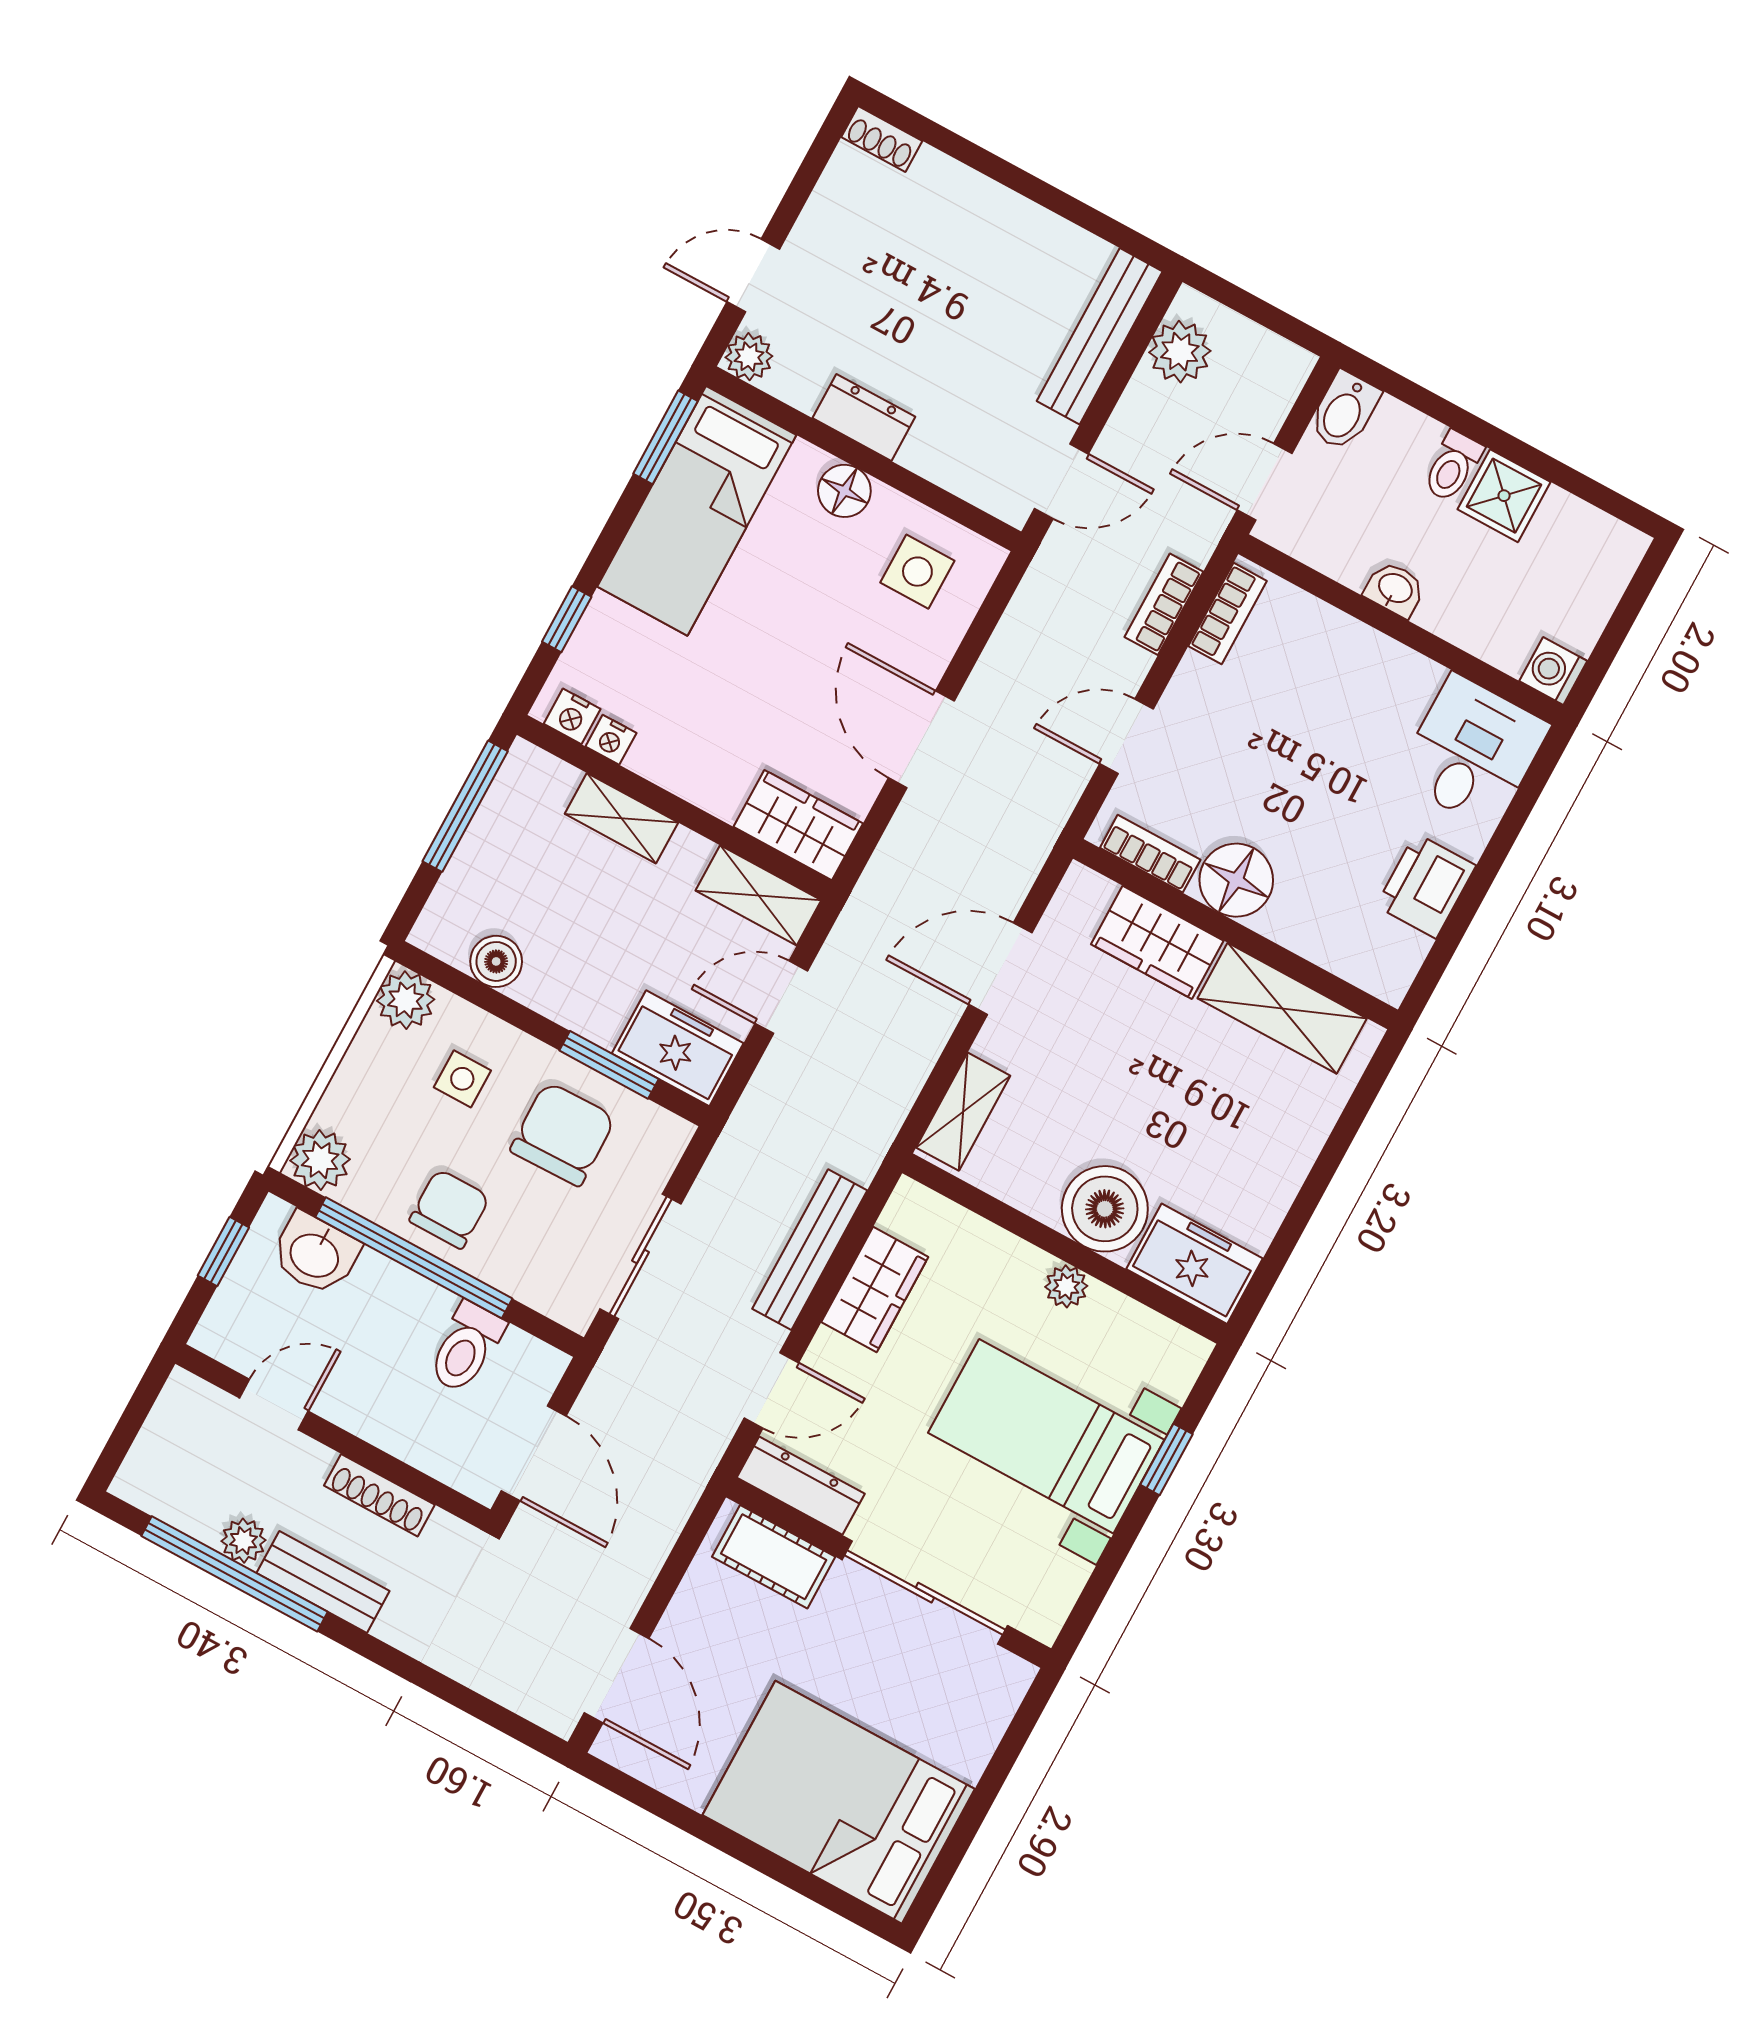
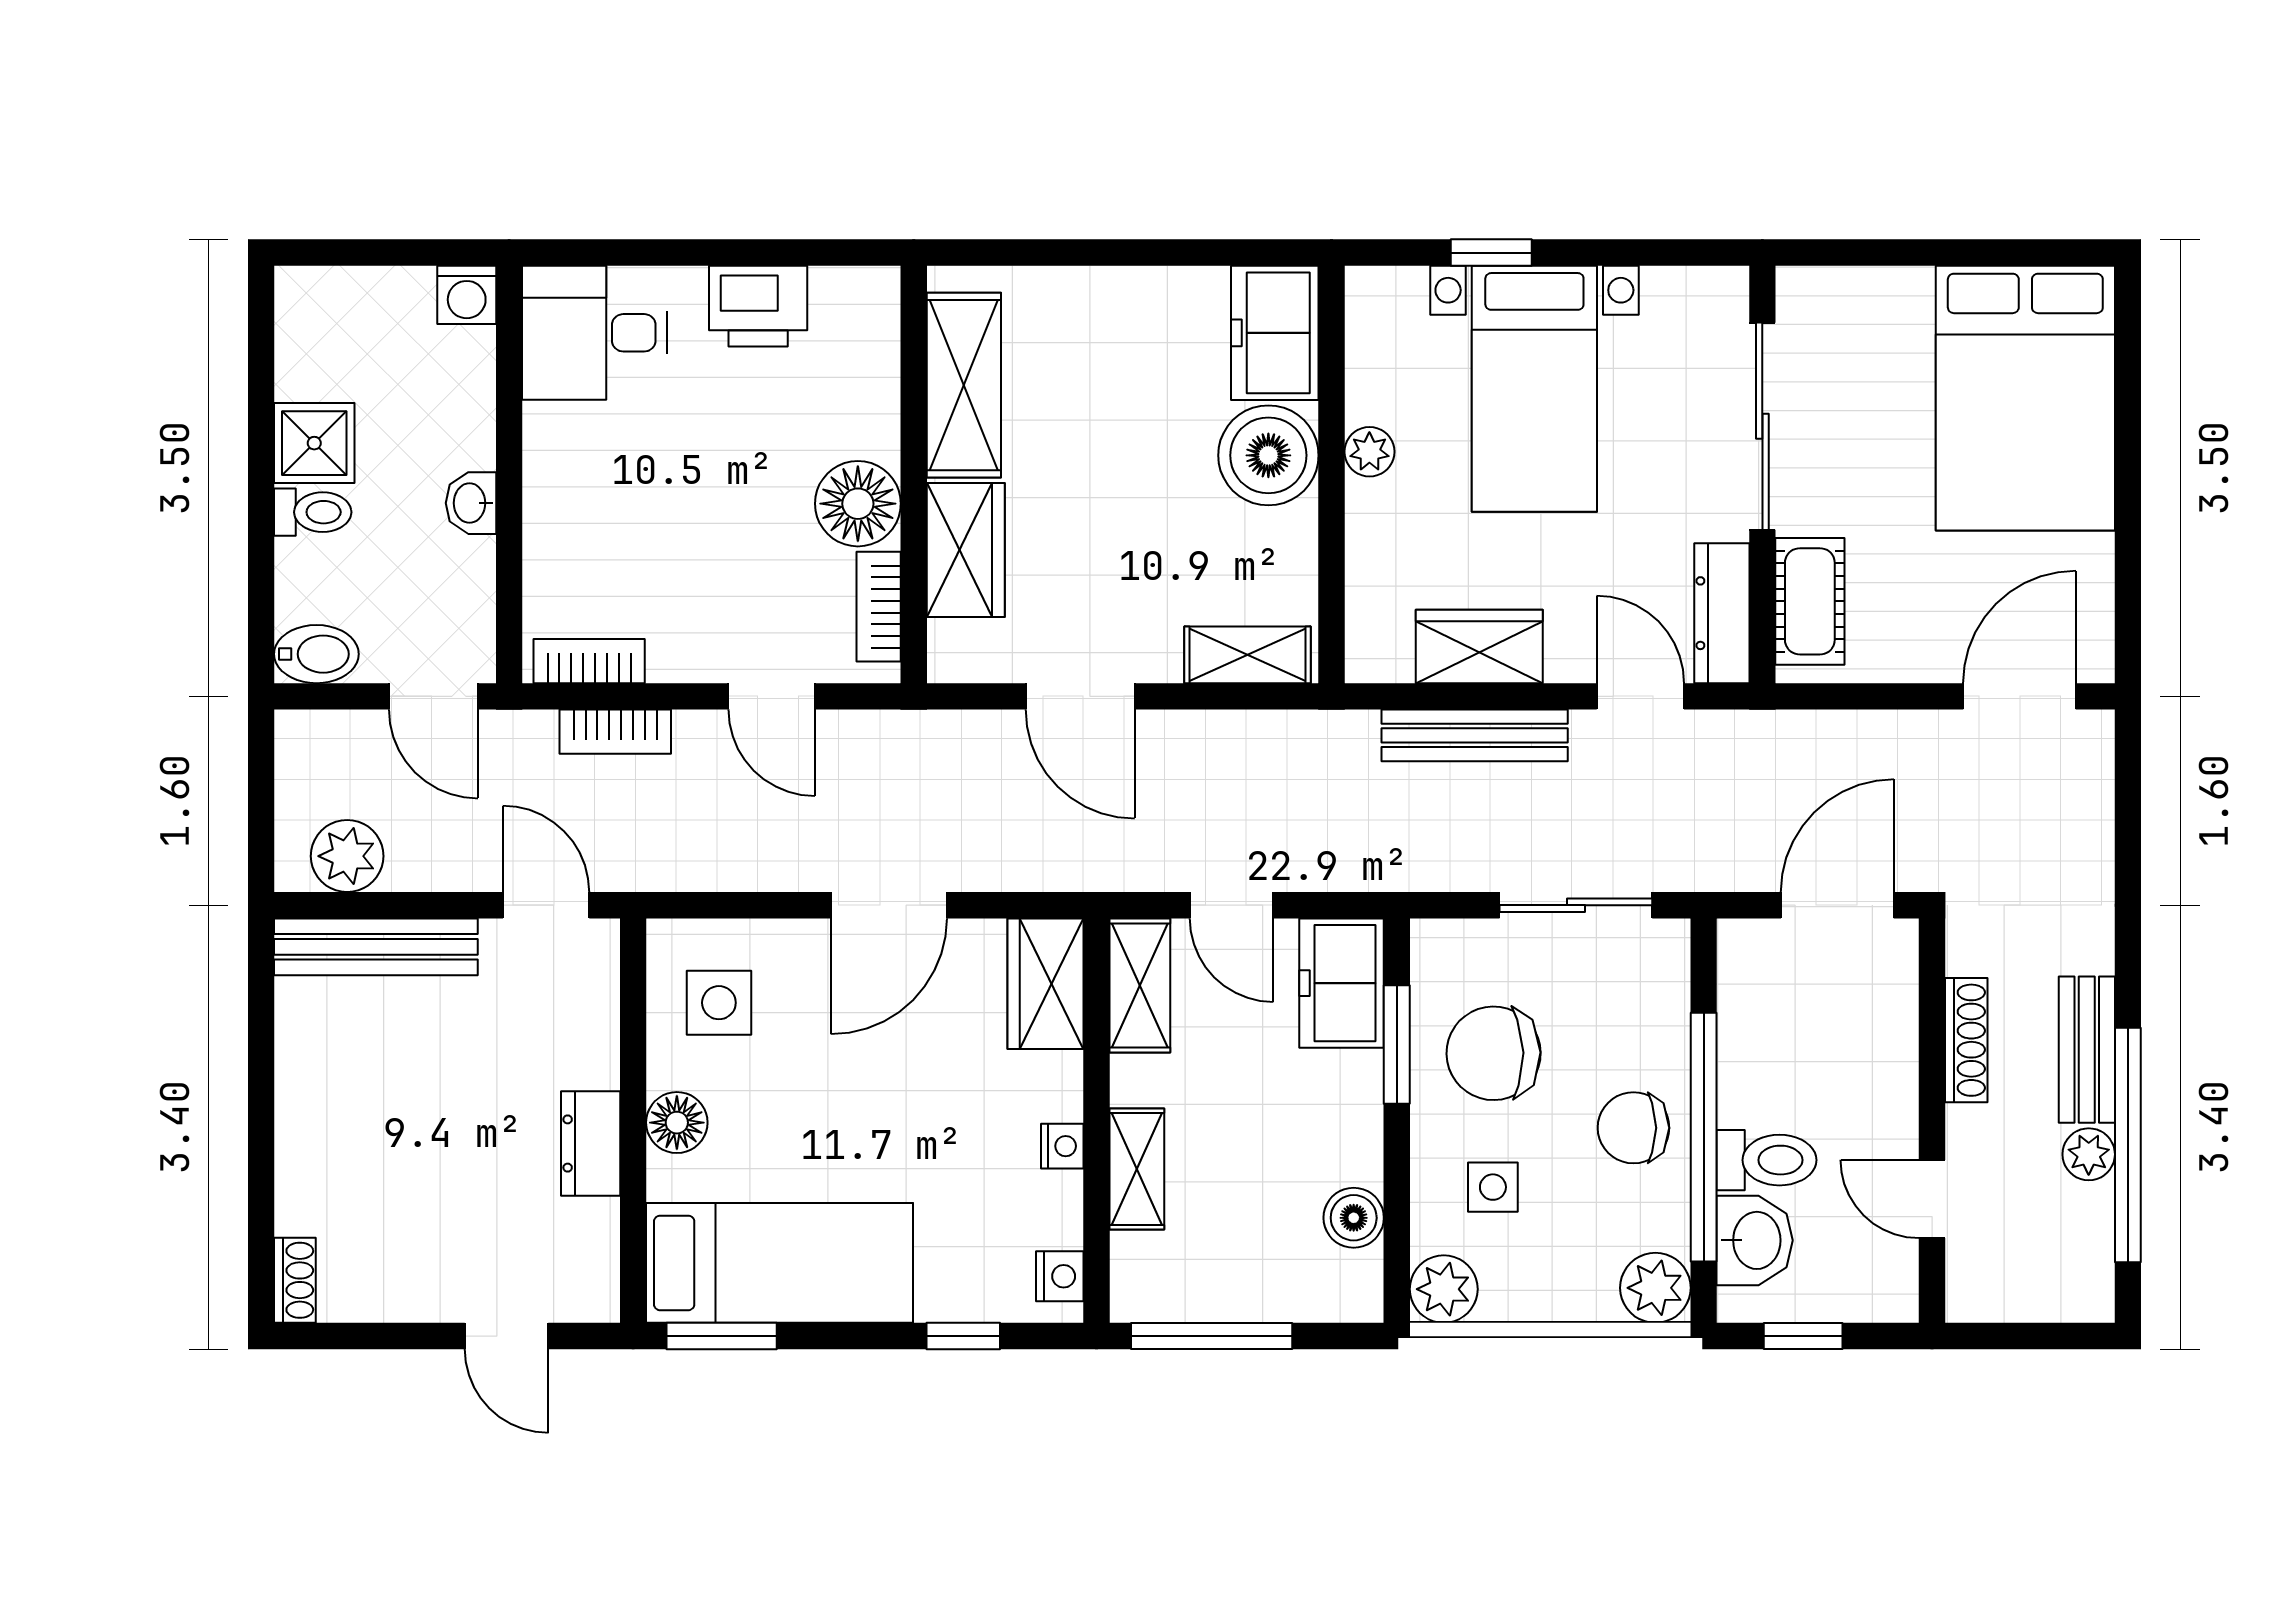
plant: (749, 357) -> (592, 1295), removed
nightstand: (611, 740) -> (1062, 1146), moved
toilet: (466, 1347) -> (1766, 1160), moved

